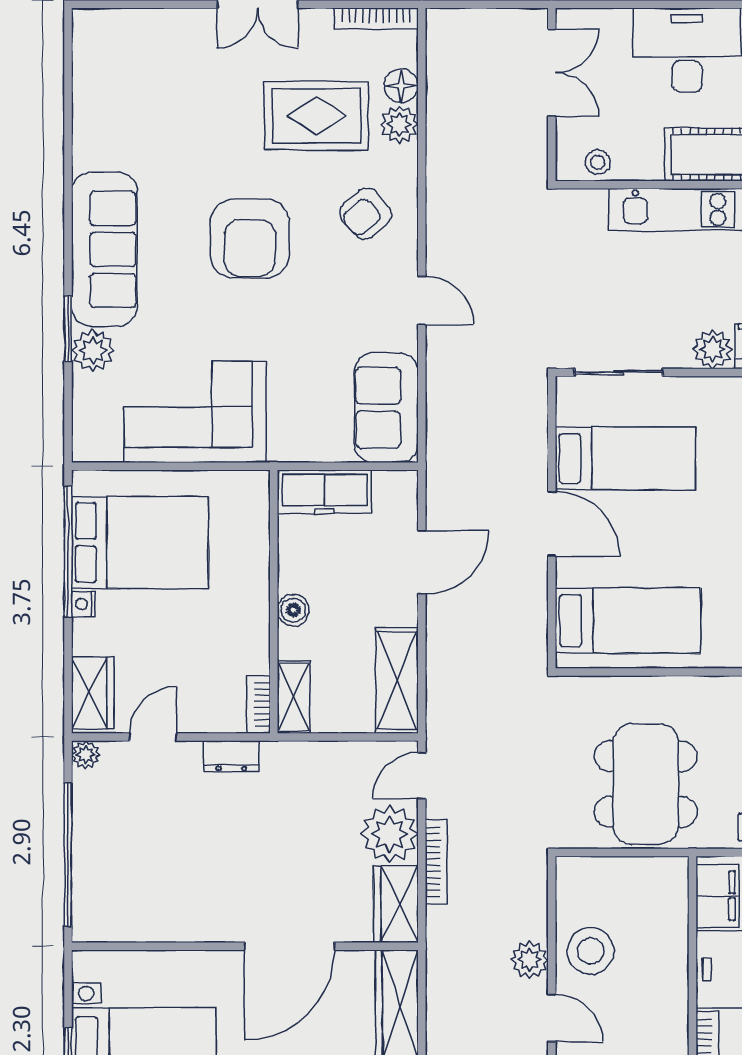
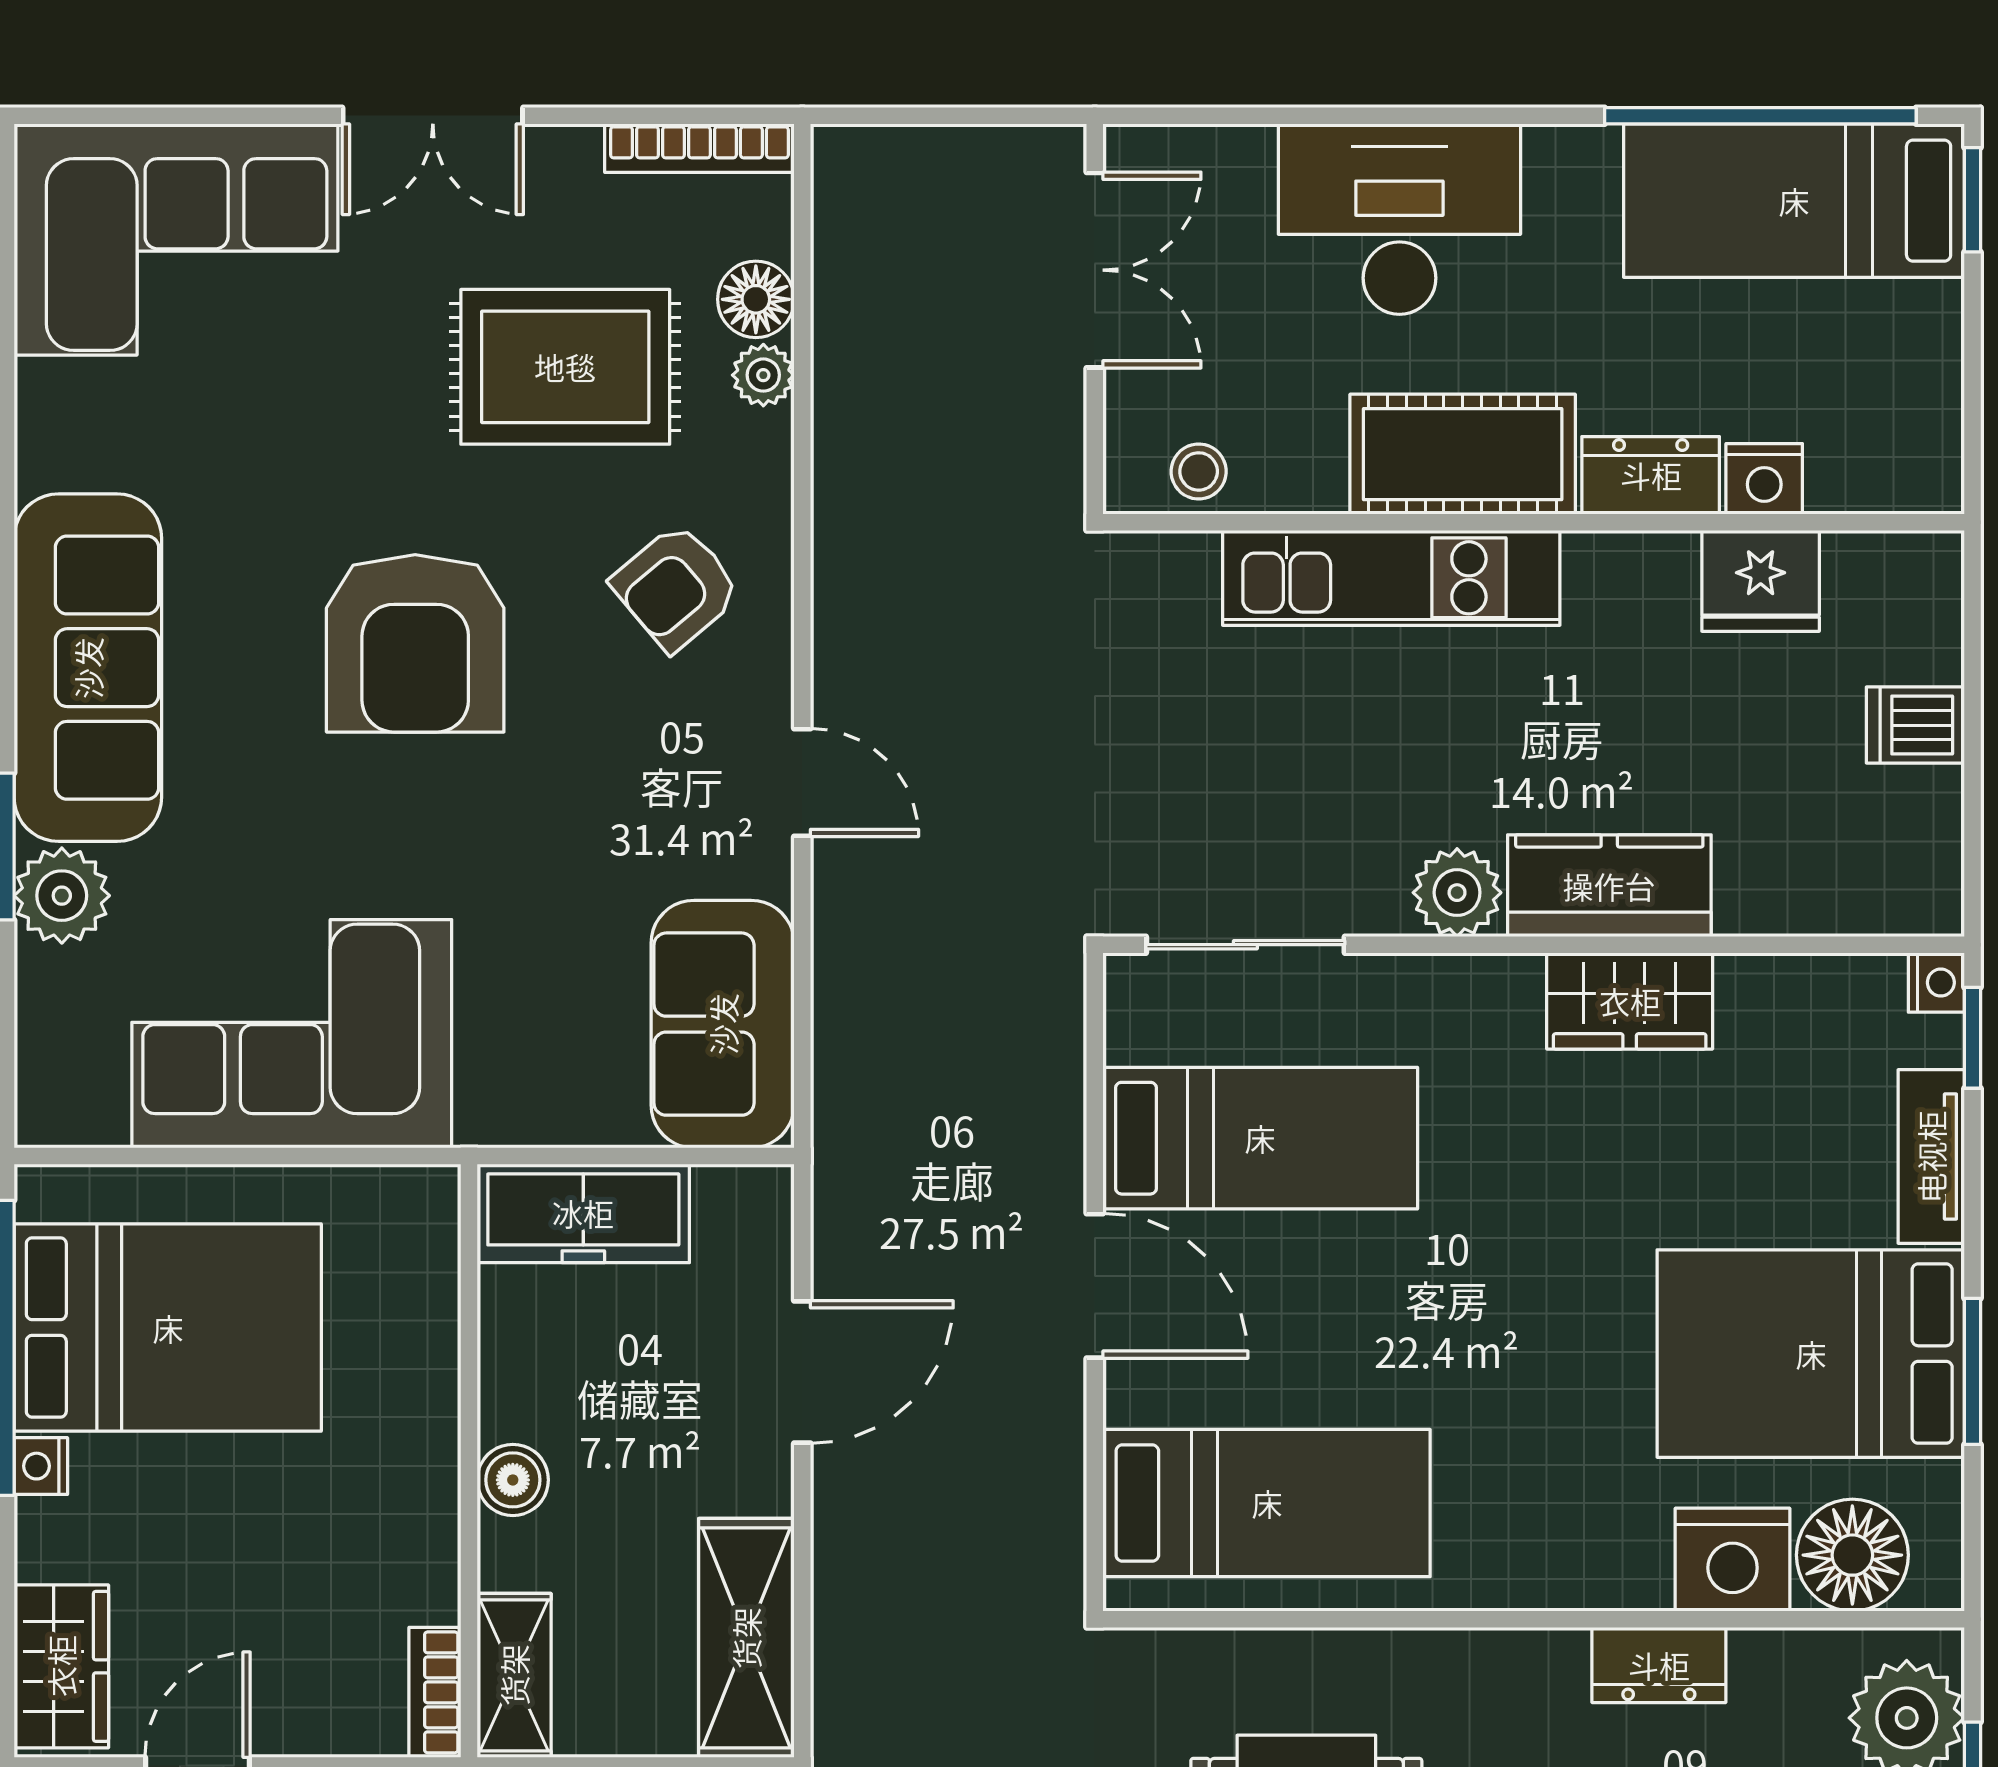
corner sofa: (144, 59) -> (176, 240), added
plant: (399, 125) -> (763, 375), width x0.73, depth x0.73

